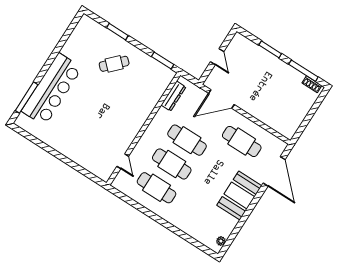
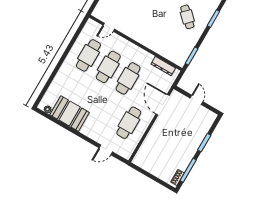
door: (217, 57) -> (197, 100), swing flipped
door: (274, 171) -> (106, 150), width x0.53
booth: (239, 195) -> (70, 114), moved

